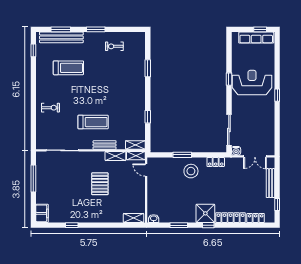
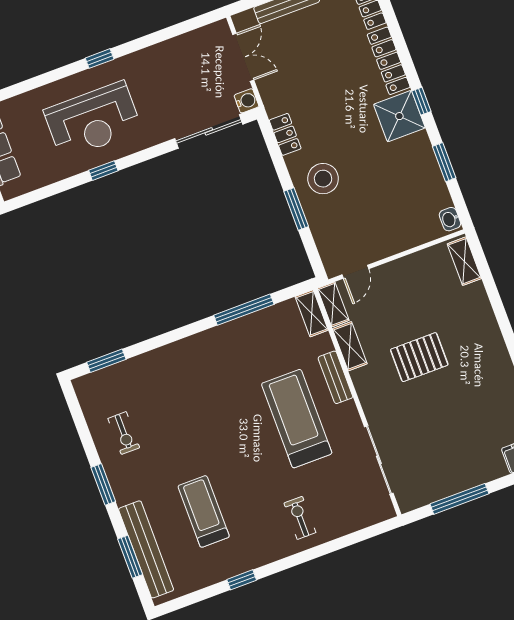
window: (33, 50) -> (242, 580), moved
window: (148, 68) -> (106, 361), moved
reception desk: (252, 83) -> (93, 120), turned -90
window: (148, 117) -> (244, 310), width x2.17
treadmill: (93, 122) -> (297, 419), width x1.37, depth x1.38

